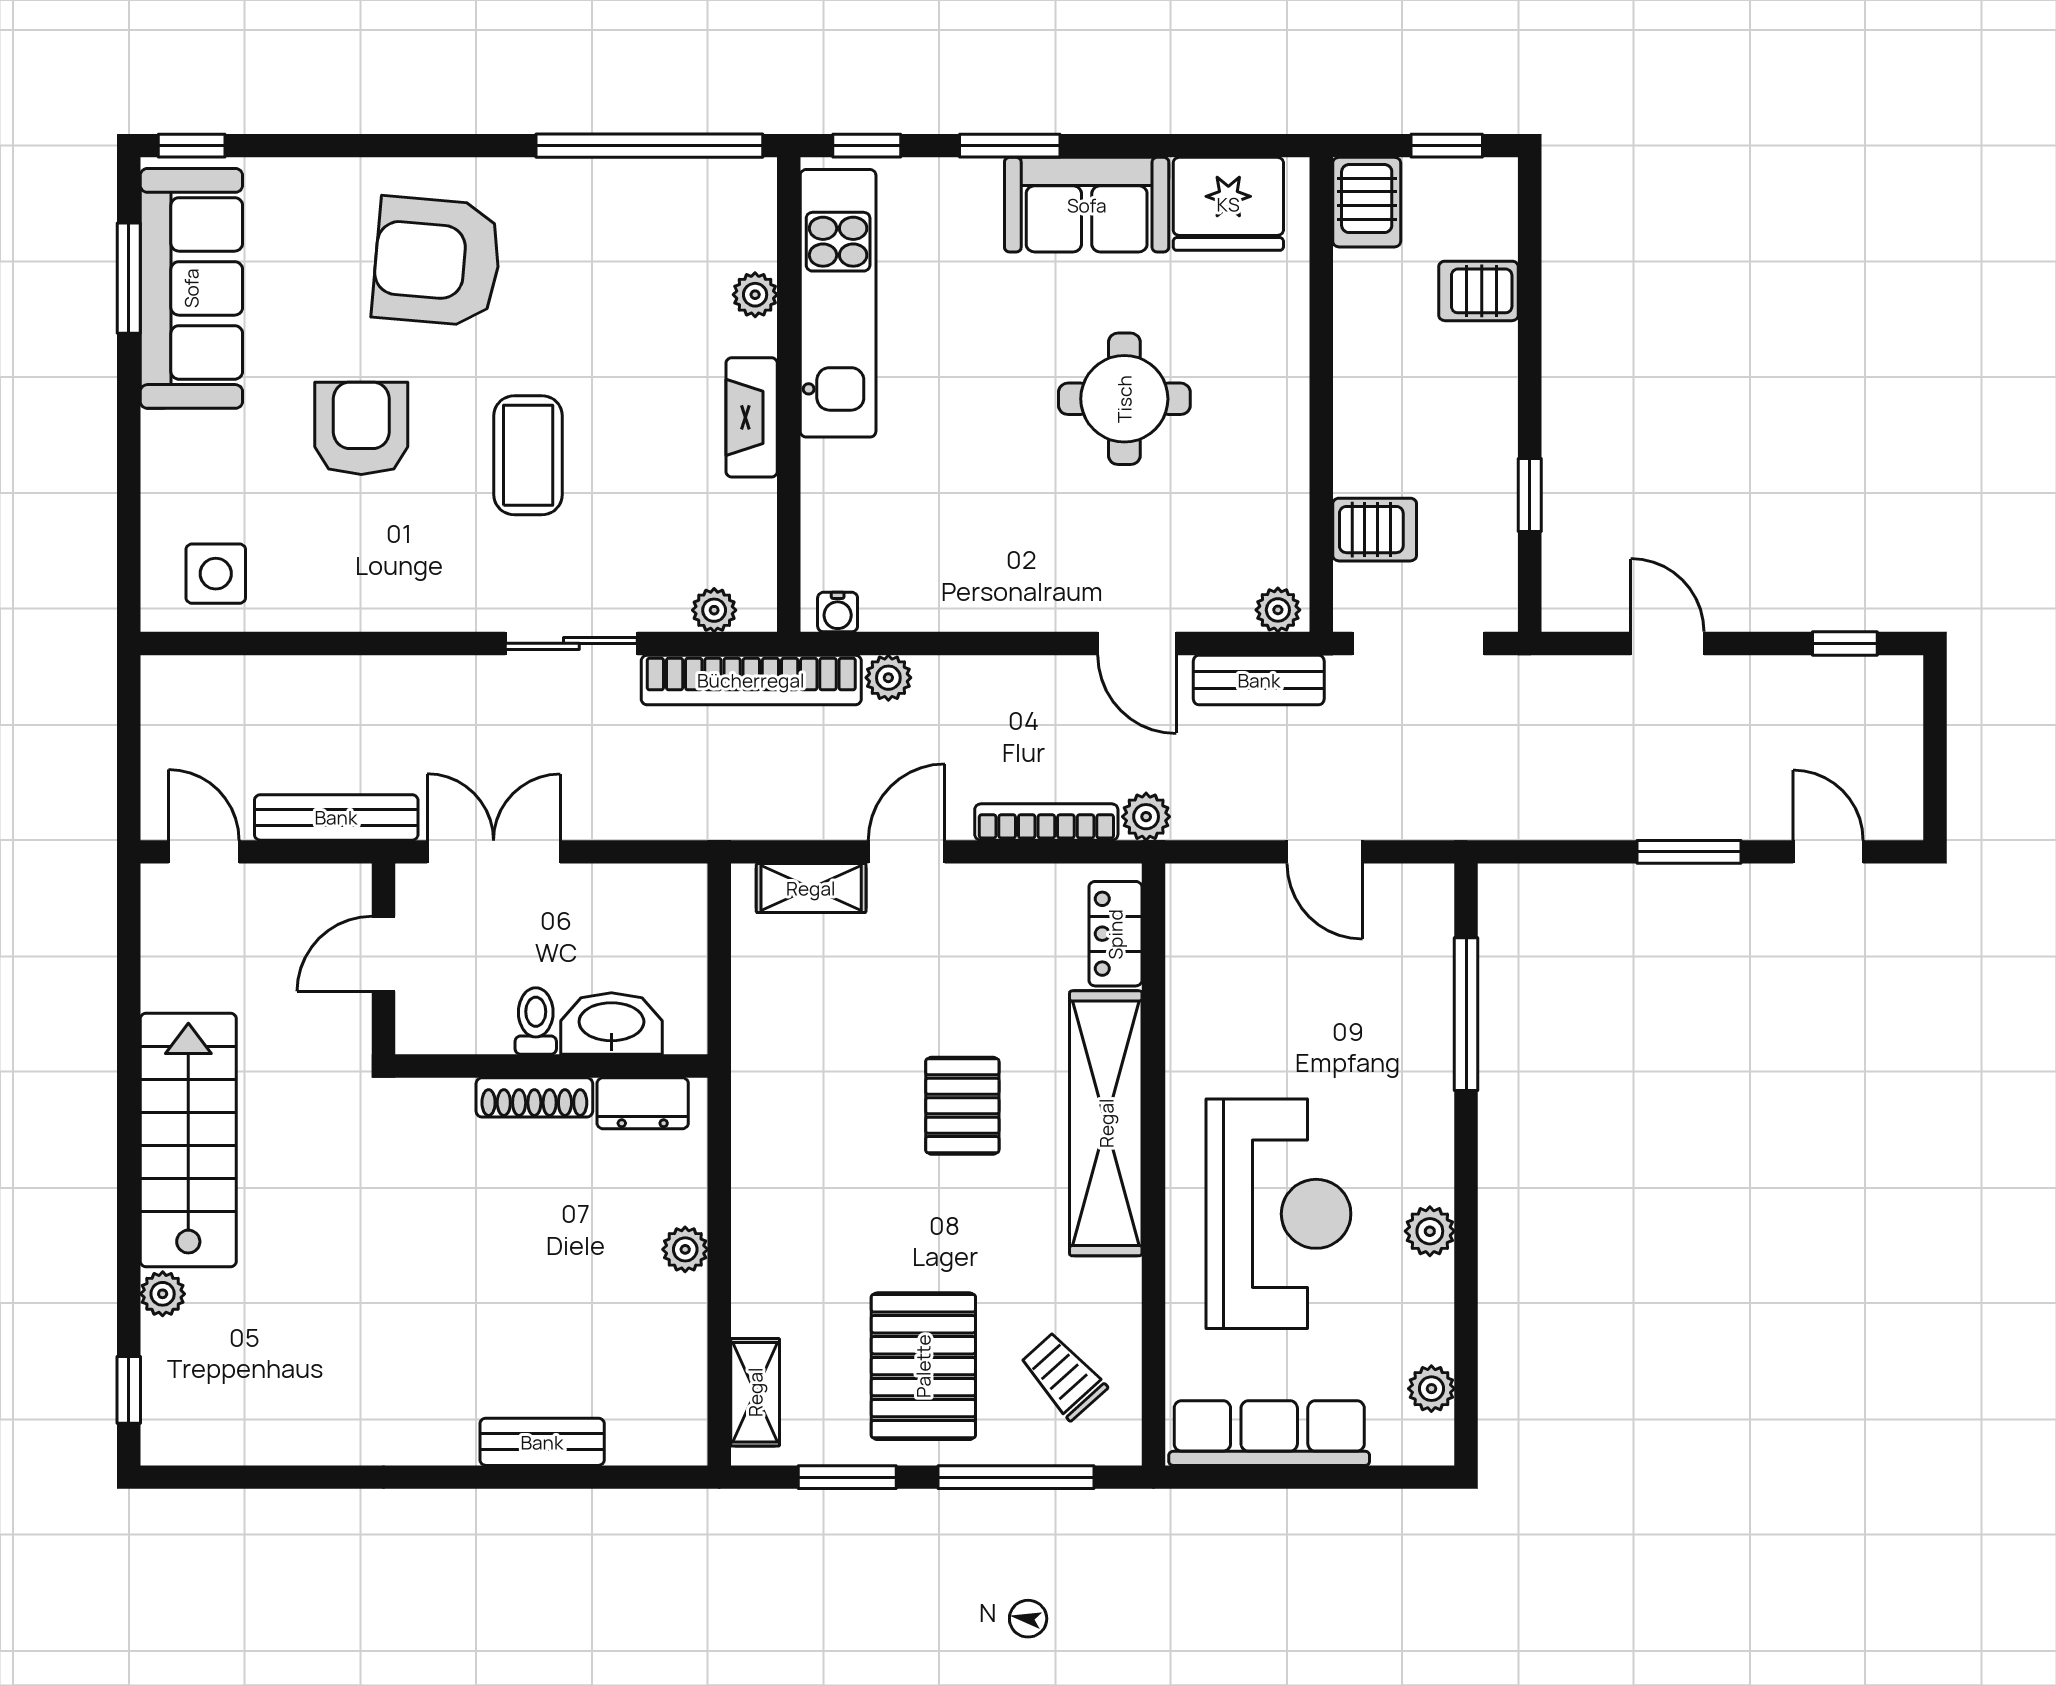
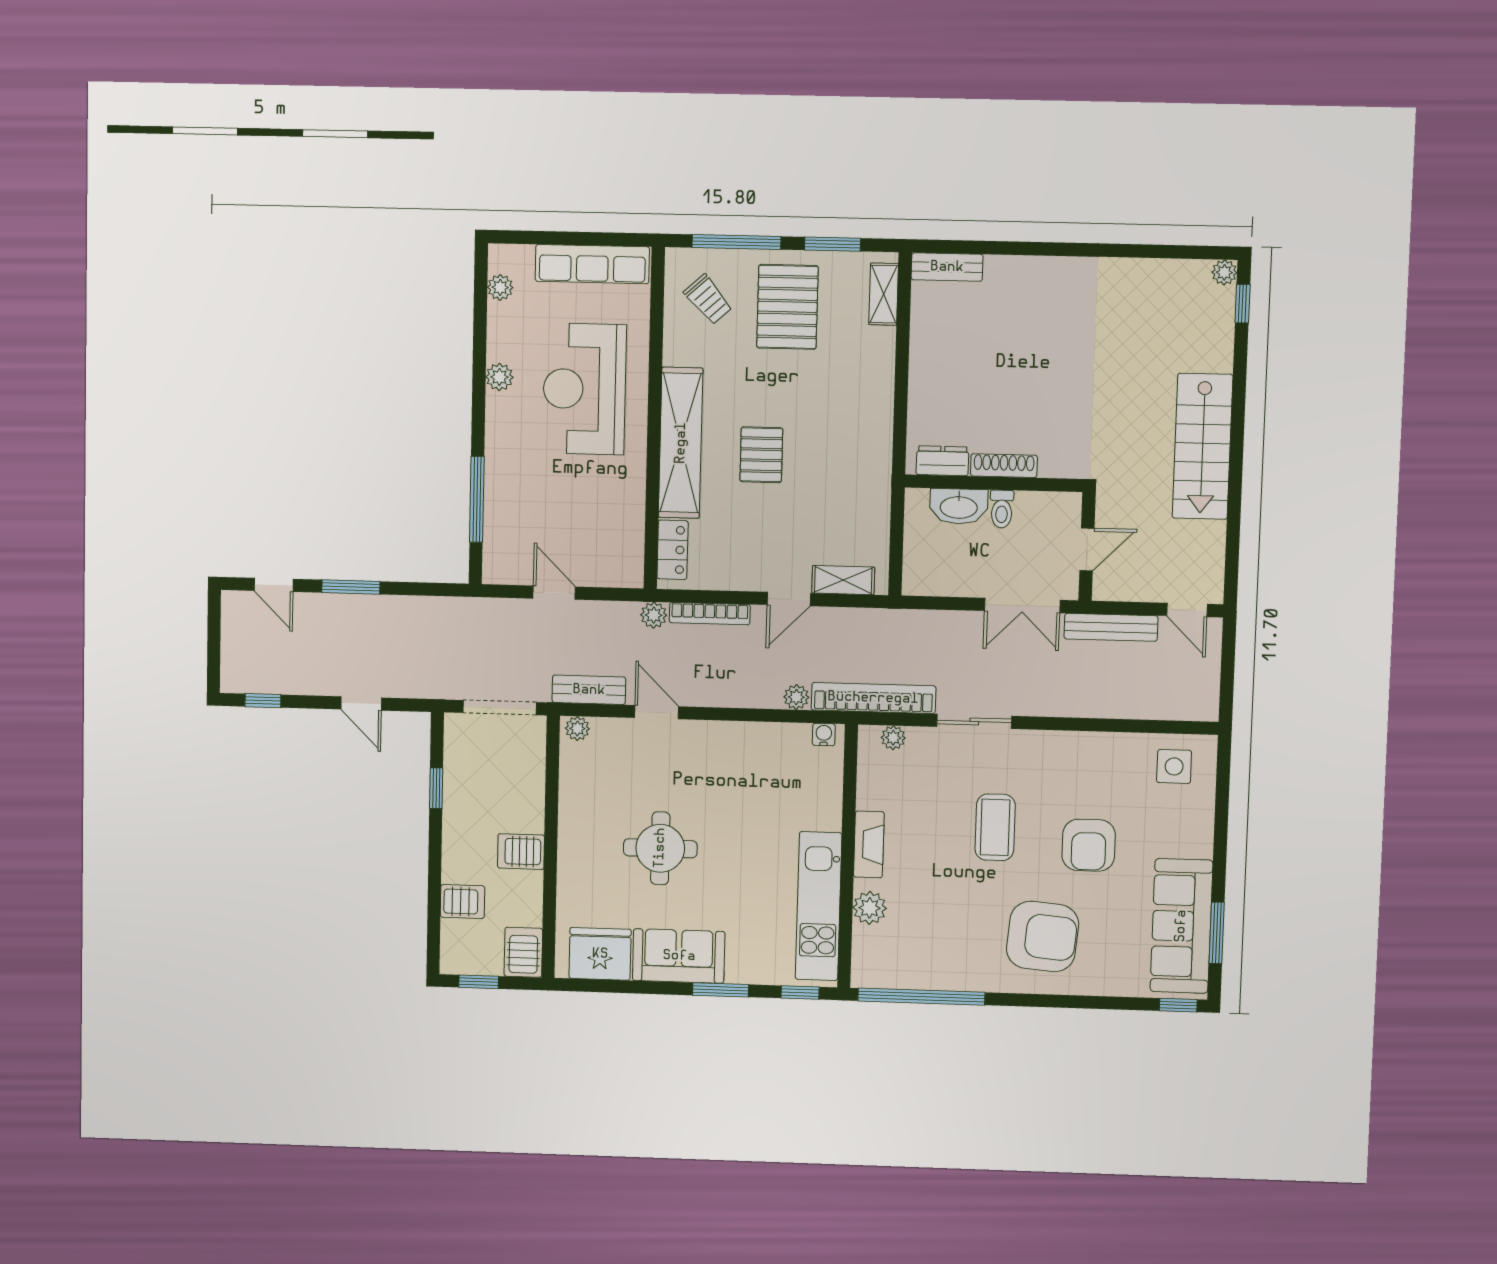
plant: (755, 295) -> (870, 908), width x1.38, depth x1.38
server rack: (1375, 530) -> (521, 852), moved
plant: (685, 1249) -> (921, 377), removed
plant: (163, 1294) -> (1224, 272), moved
bench: (542, 1442) -> (947, 267), moved

